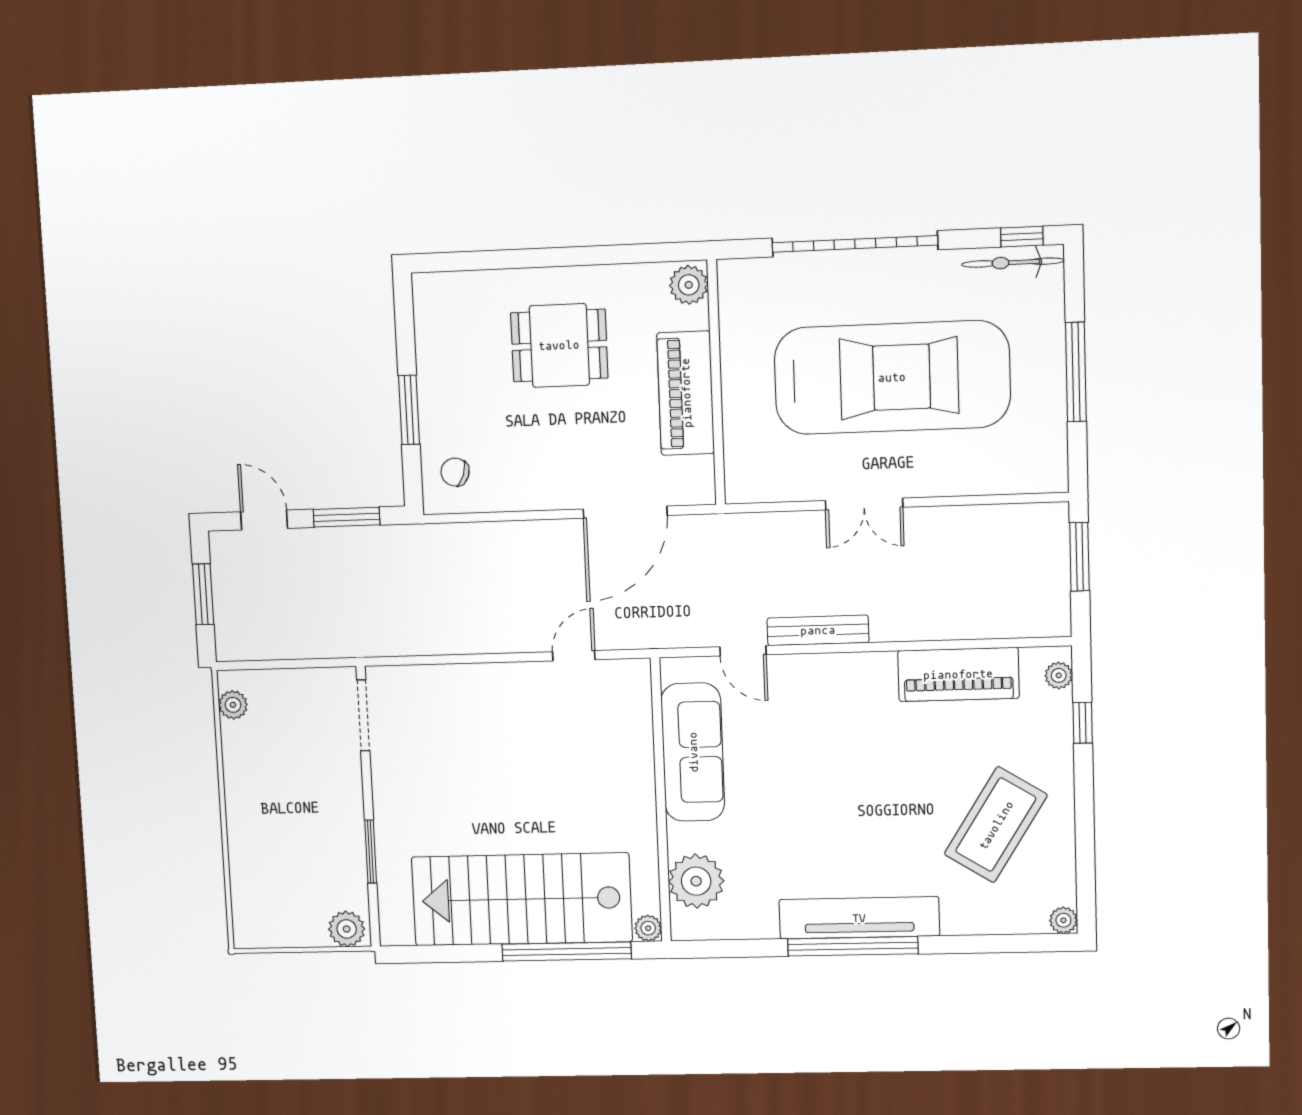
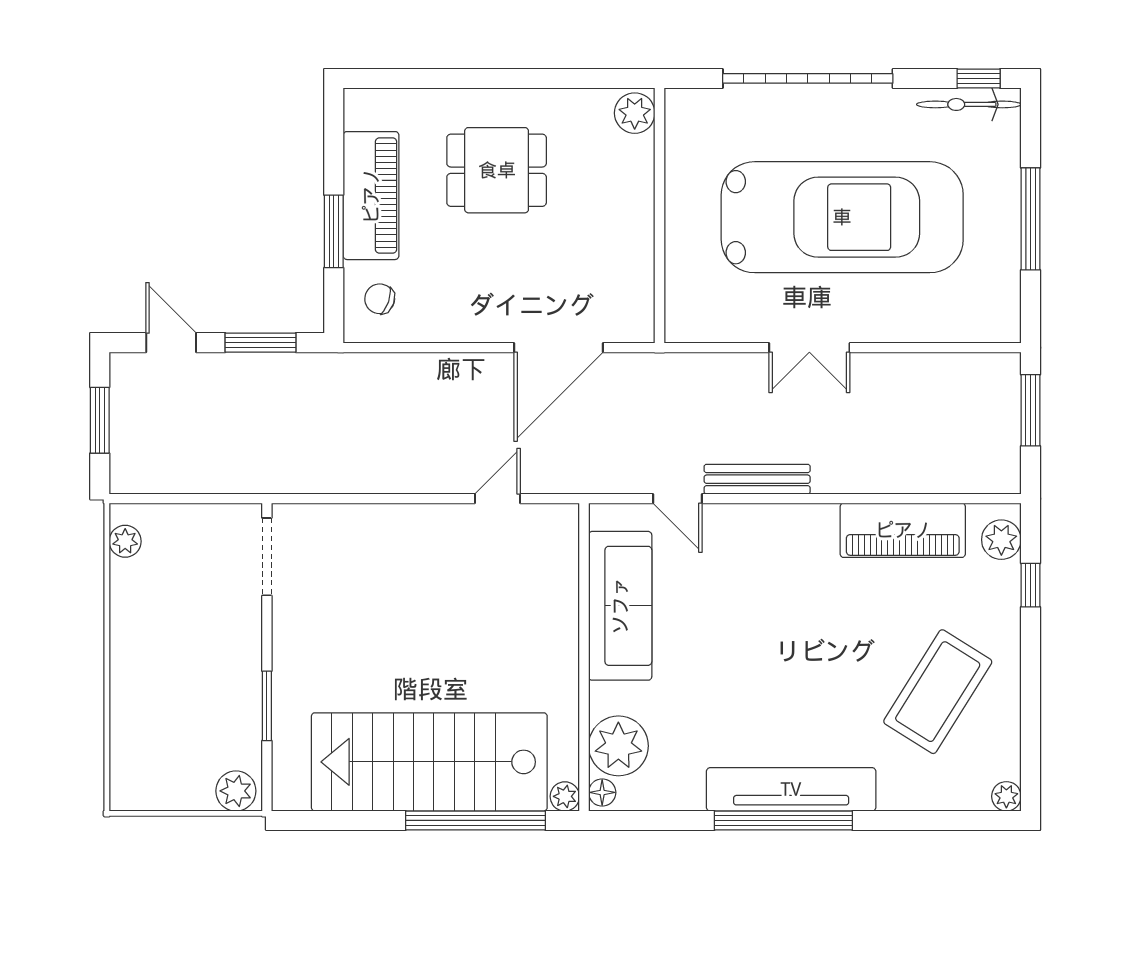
piano: (686, 393) -> (371, 196), moved, turned 180
plant: (1059, 675) -> (1001, 540), width x1.38, depth x1.38
floor lamp: (683, 924) -> (602, 792), added

